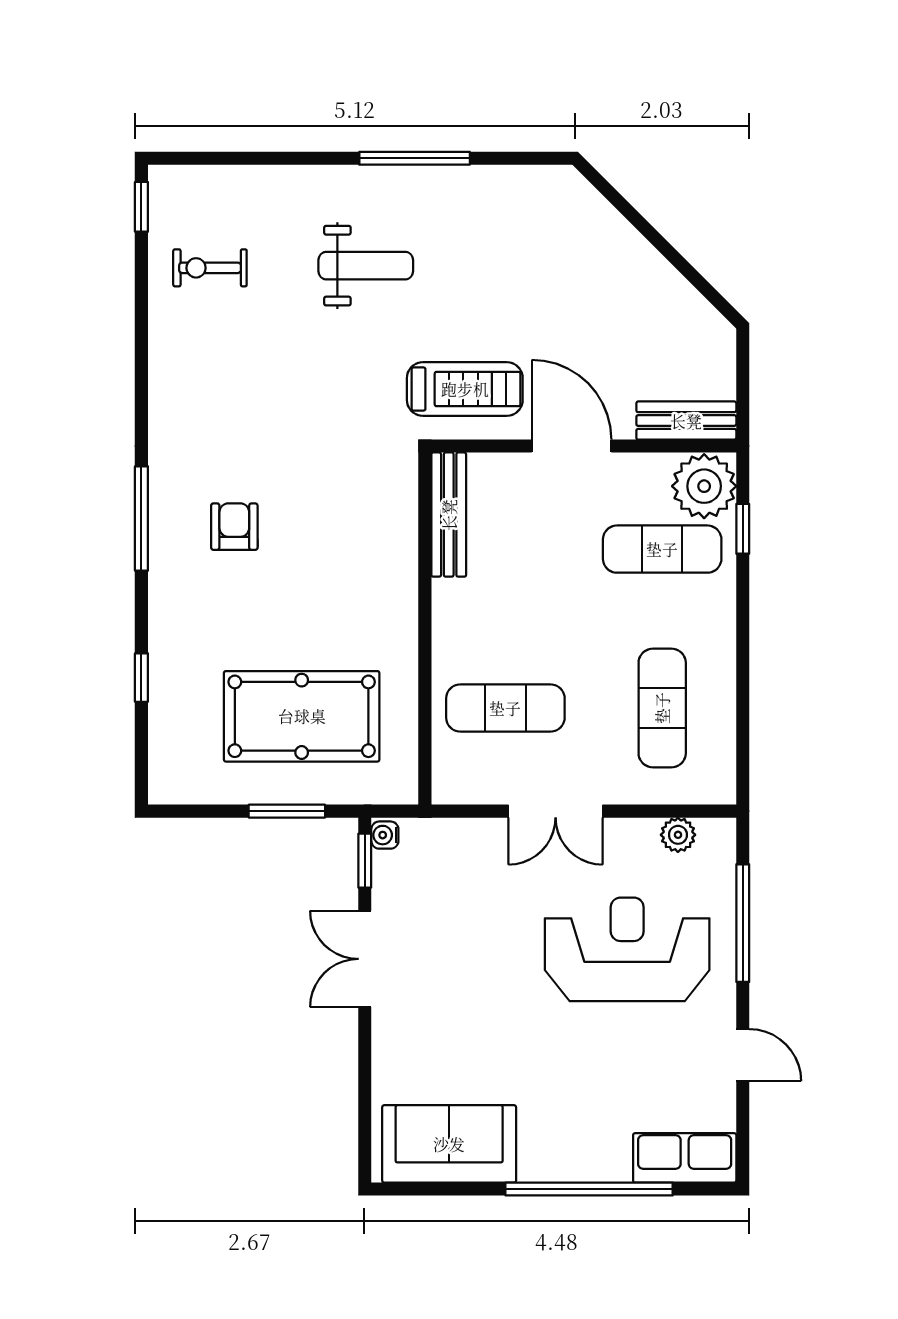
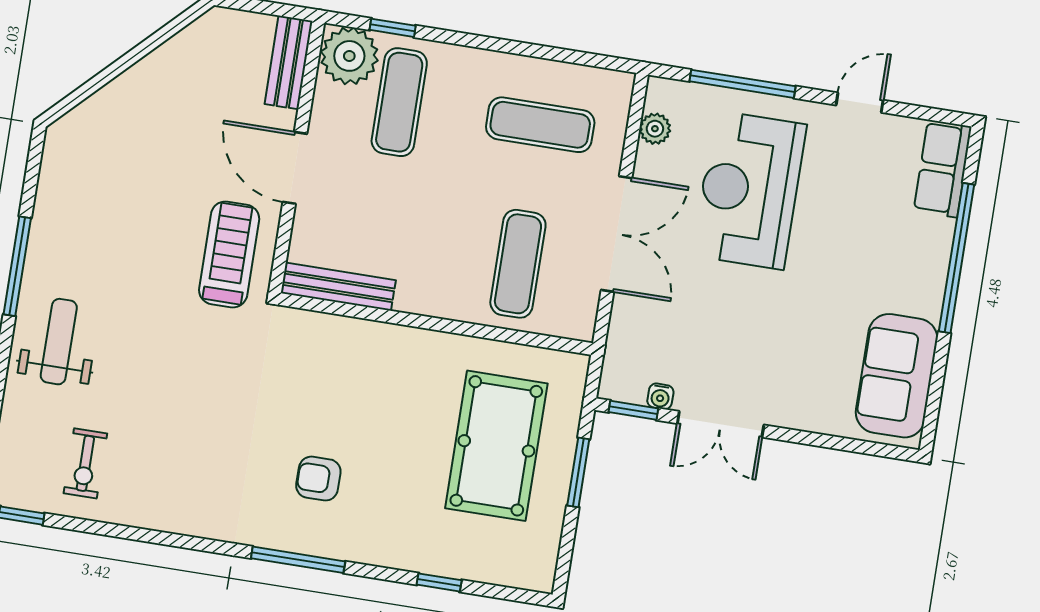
weight bench: (366, 266) -> (59, 342), moved
door: (572, 446) -> (295, 168), hinge flipped
double door: (556, 811) -> (616, 234), width x1.37
water cooler: (385, 835) -> (660, 396), moved

